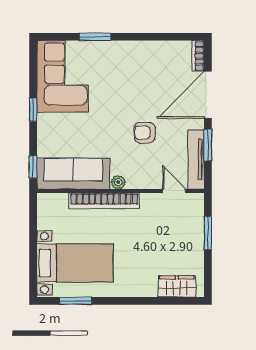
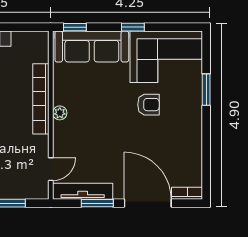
armchair: (145, 133) -> (148, 105), moved, turned 90
sofa: (73, 174) -> (92, 47), moved, turned 90

